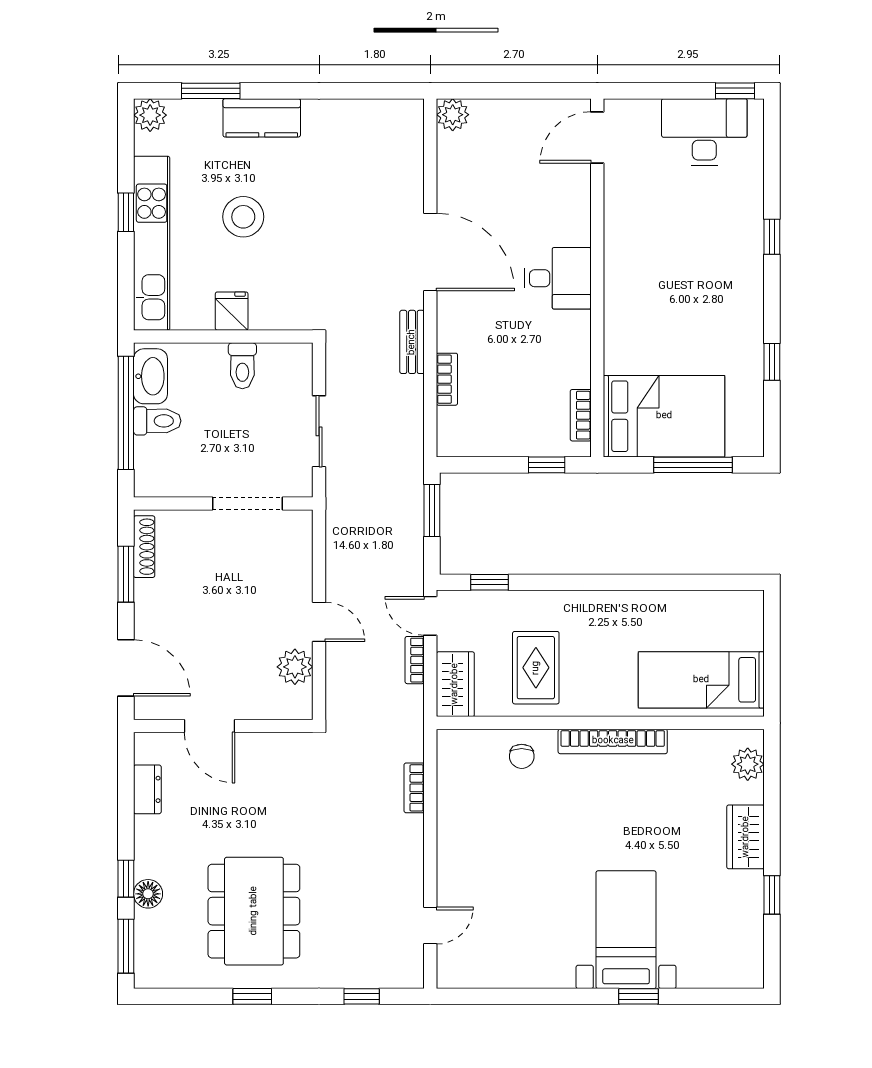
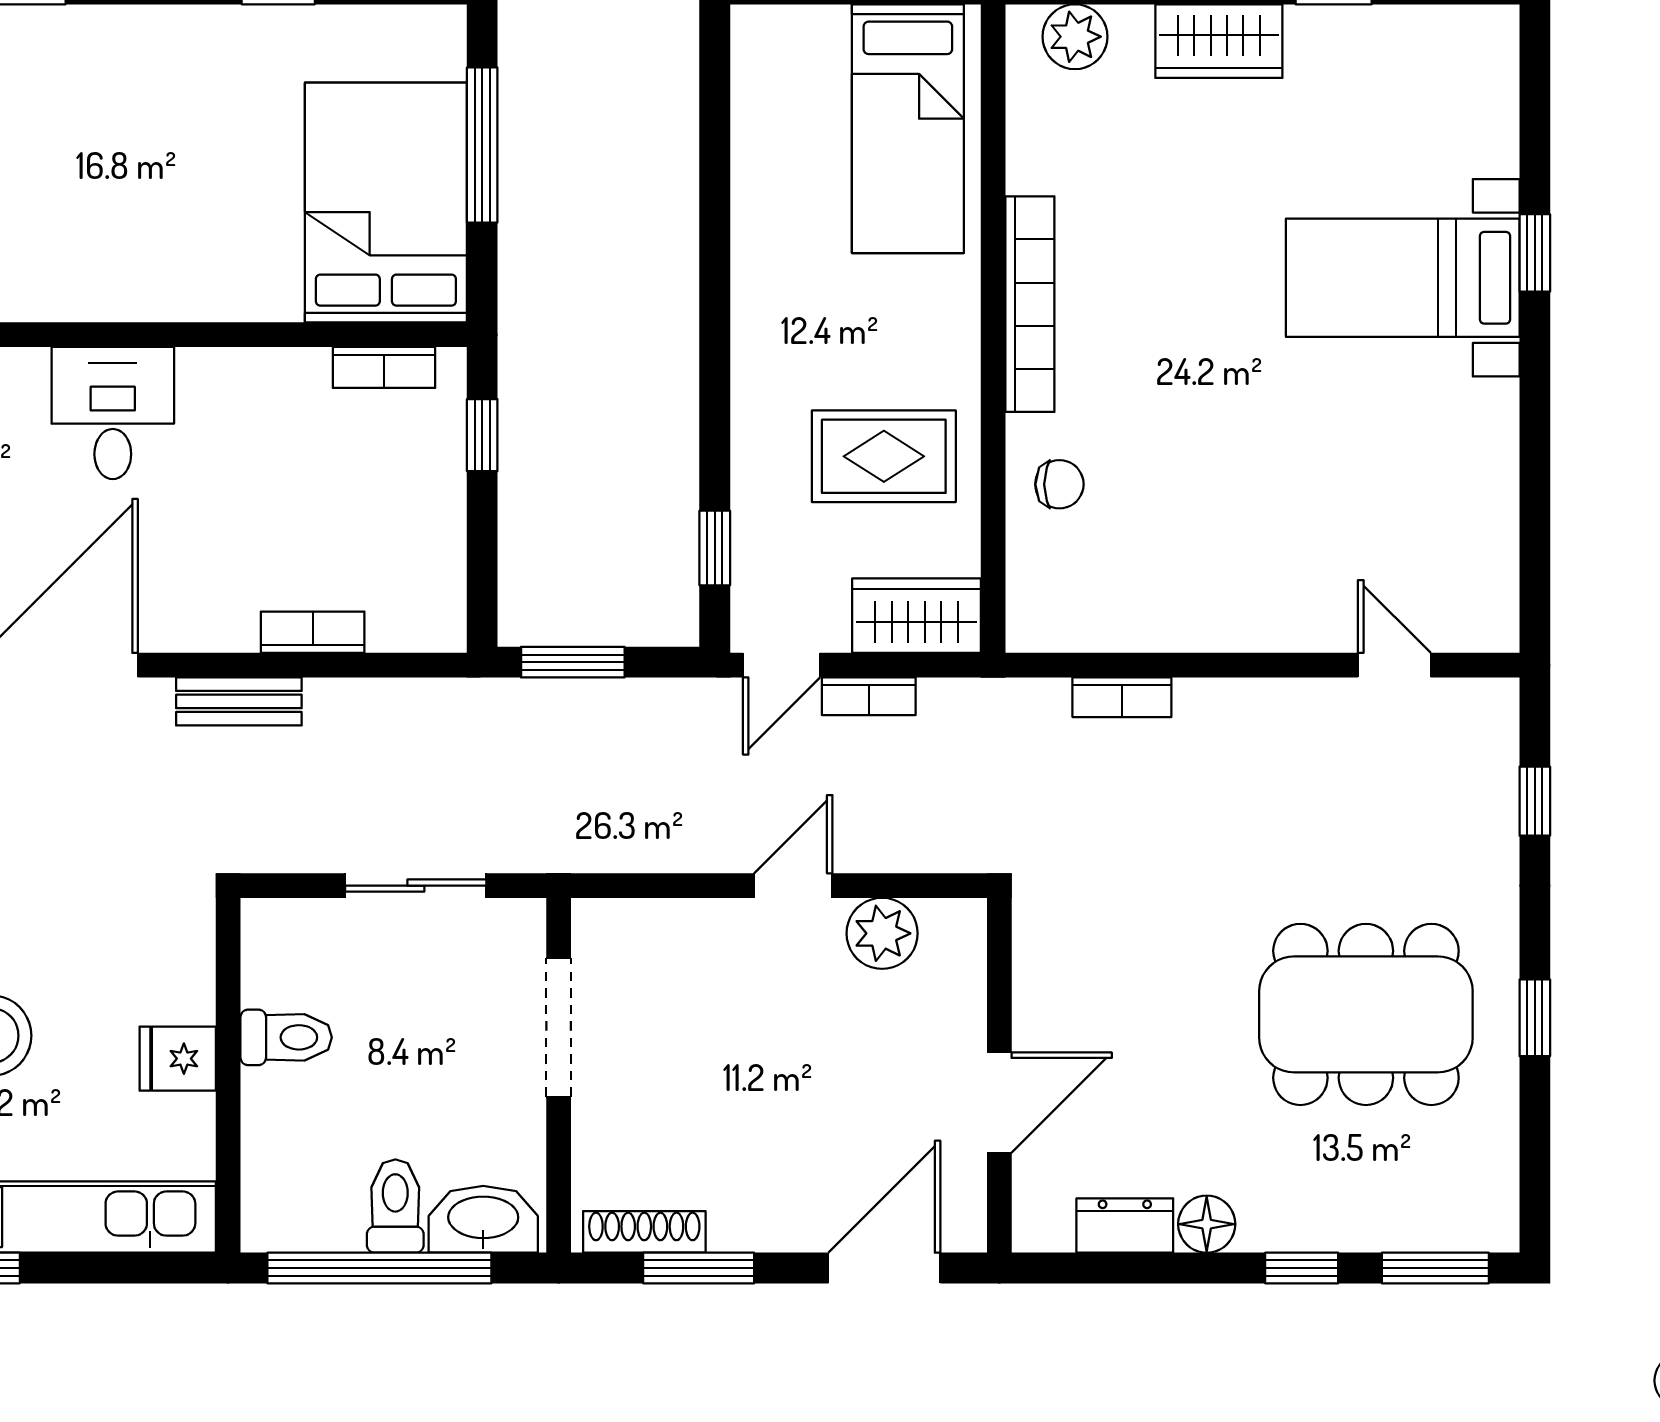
washbasin: (150, 376) -> (483, 1219), moved
floor lamp: (148, 894) -> (1207, 1224), moved

